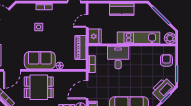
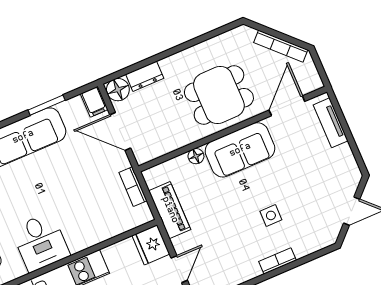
desk: (118, 57) -> (40, 242), moved
door: (87, 90) -> (120, 131), swing flipped

